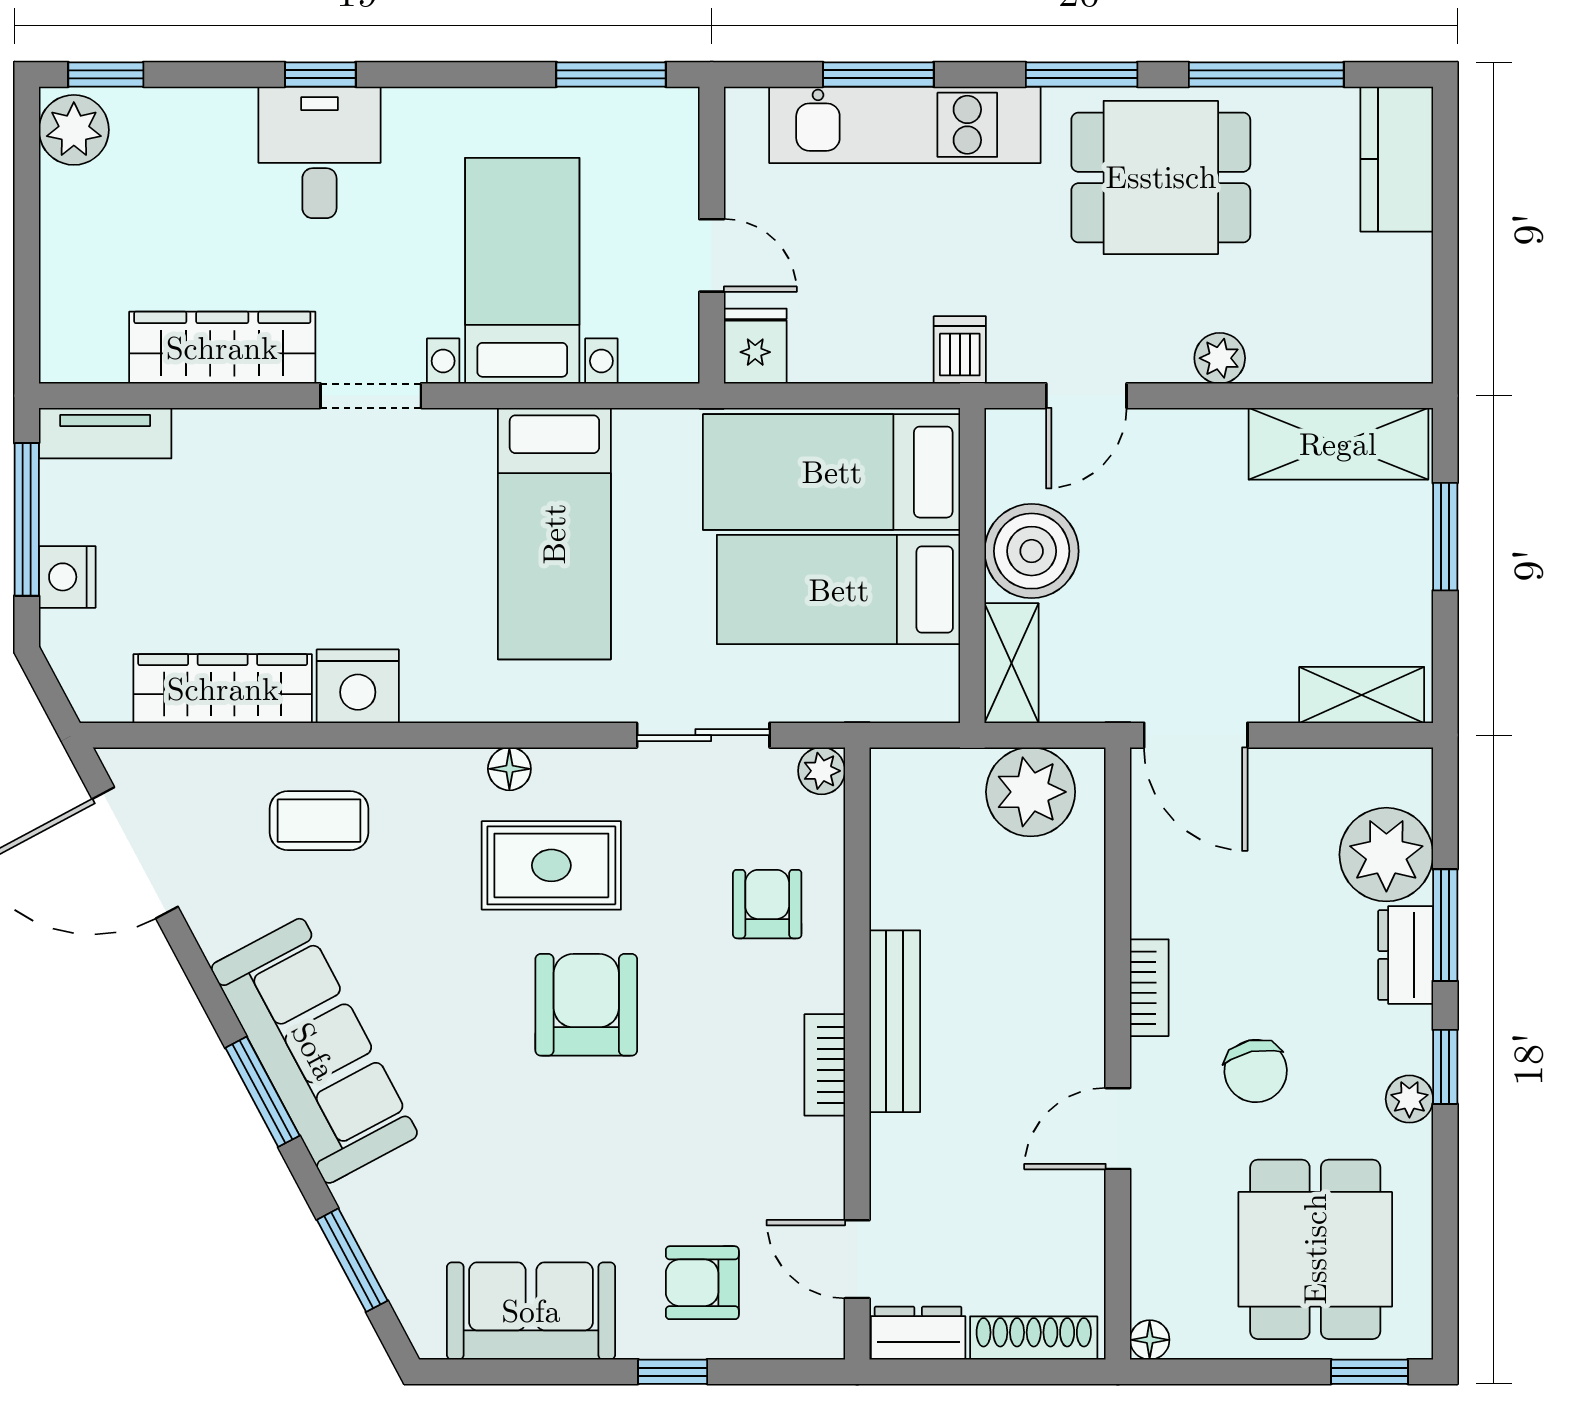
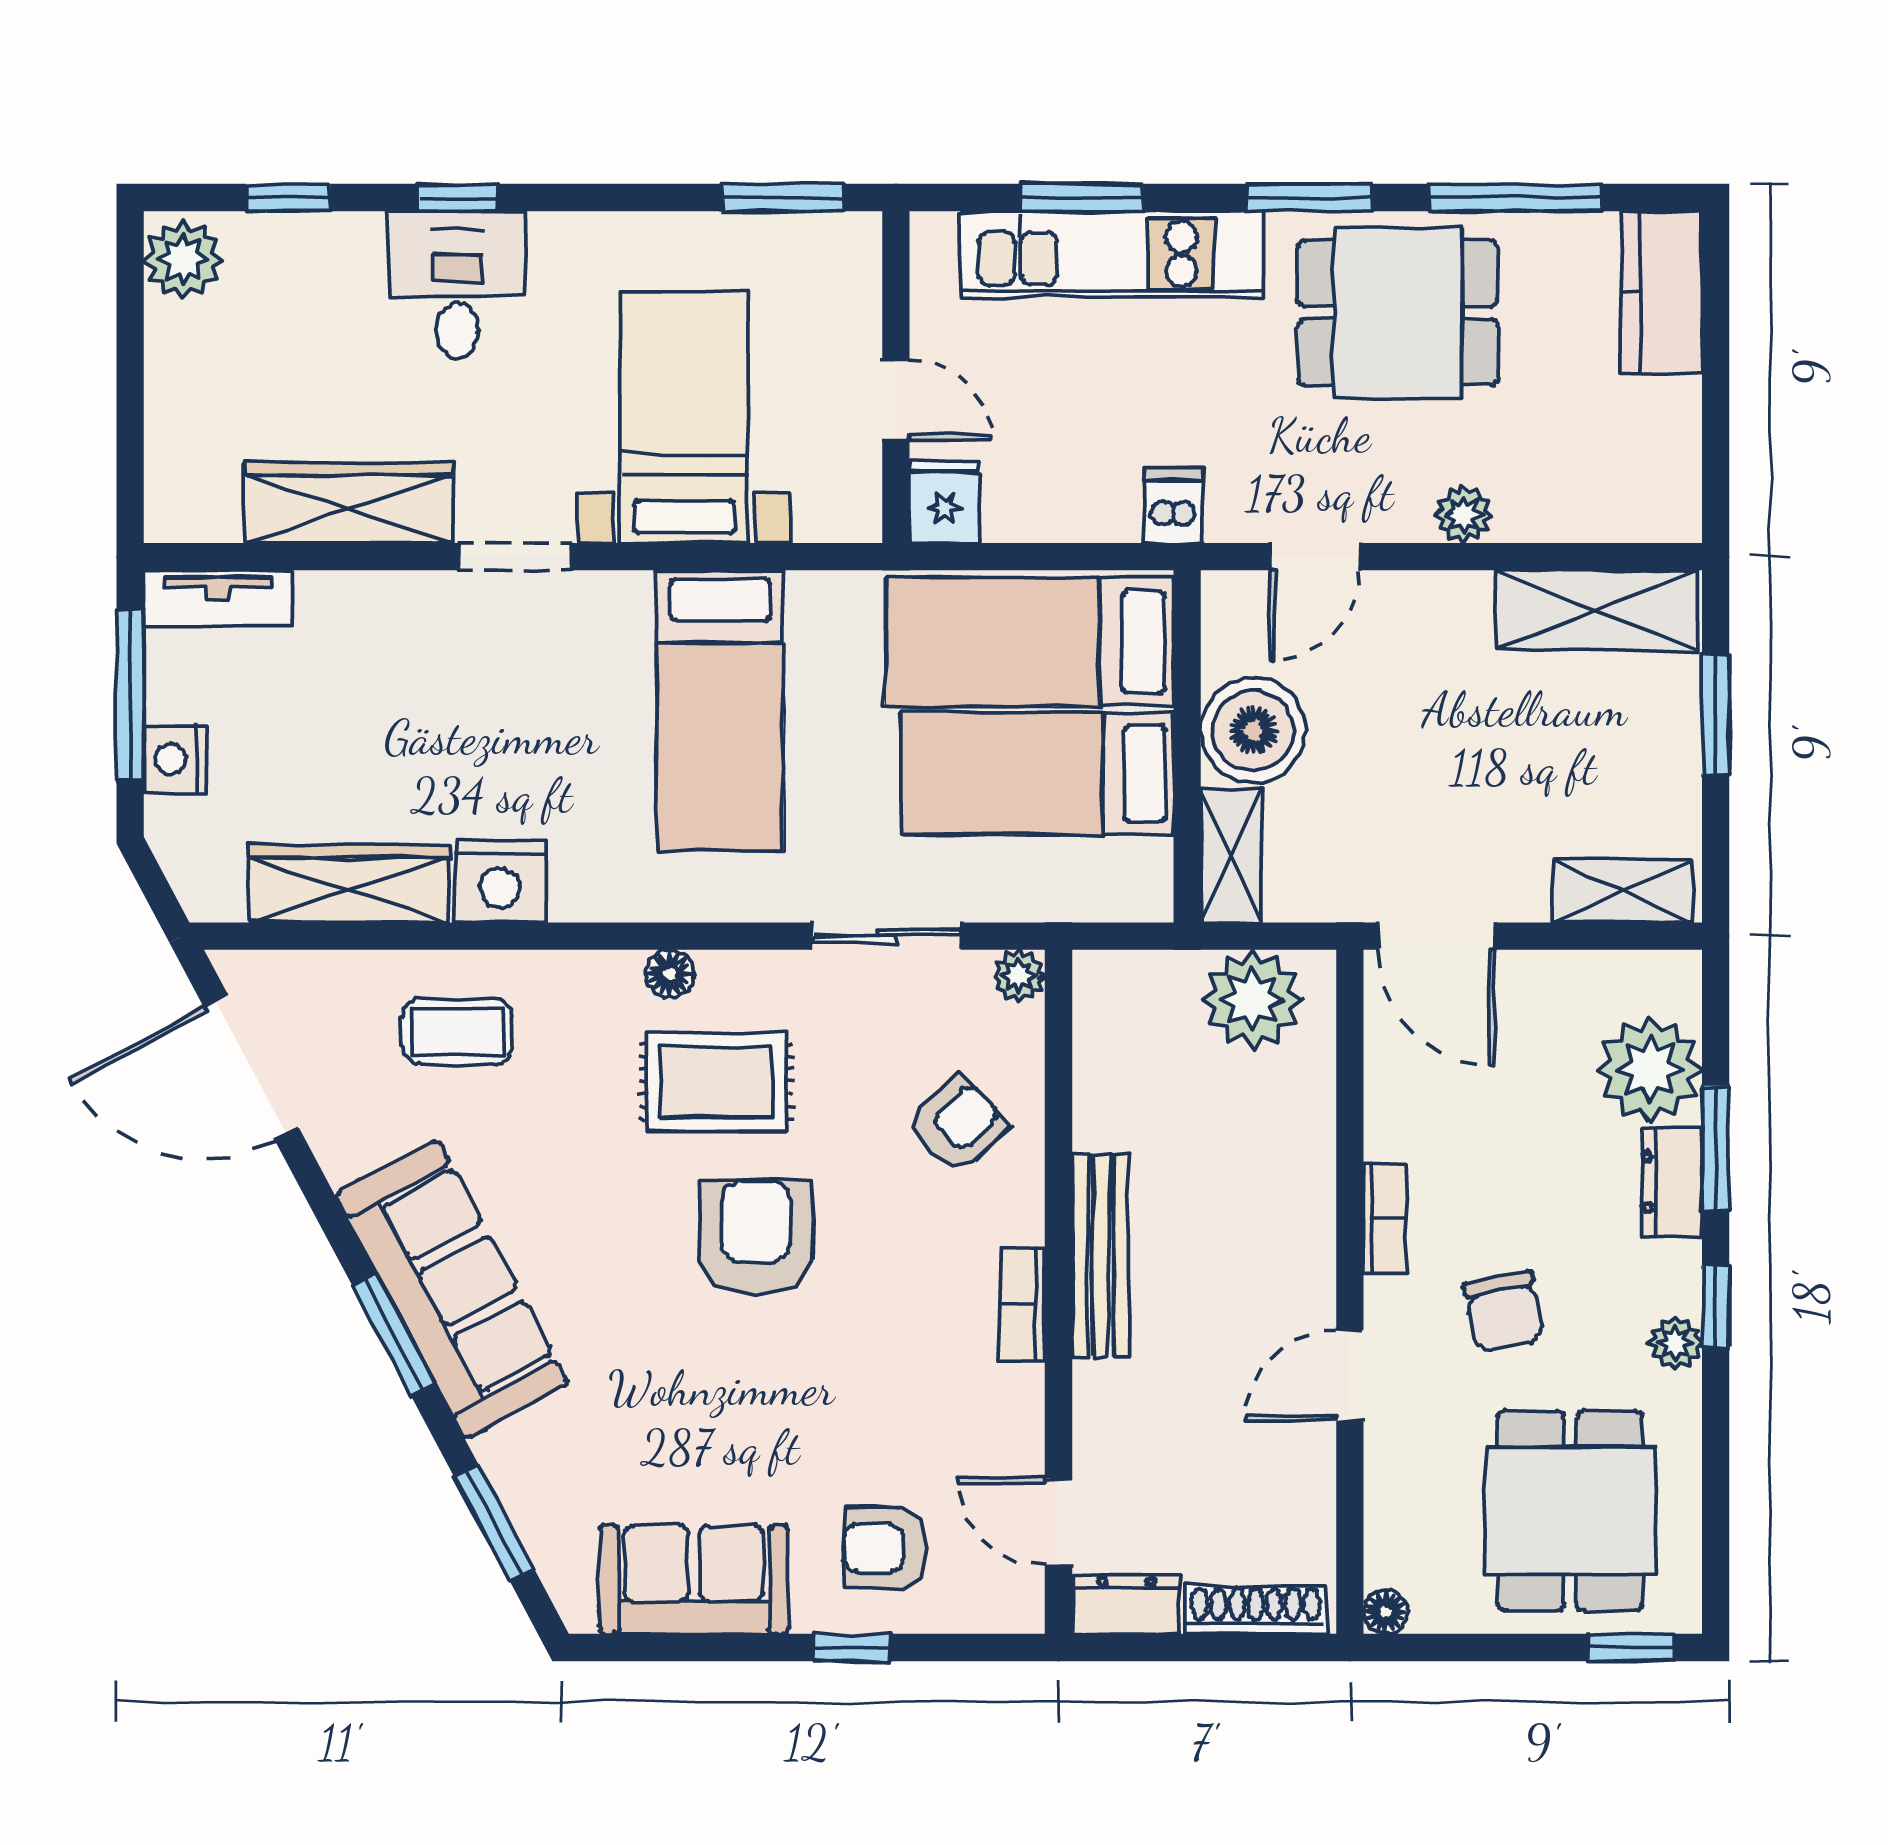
window: (106, 74) -> (288, 198), moved
armchair: (767, 904) -> (958, 1125), turned 46

